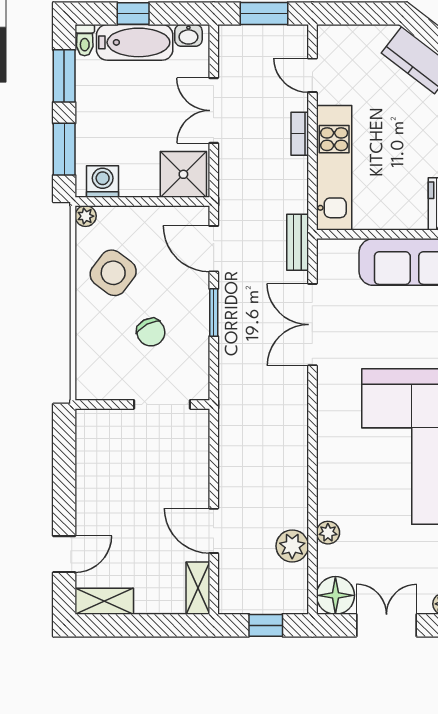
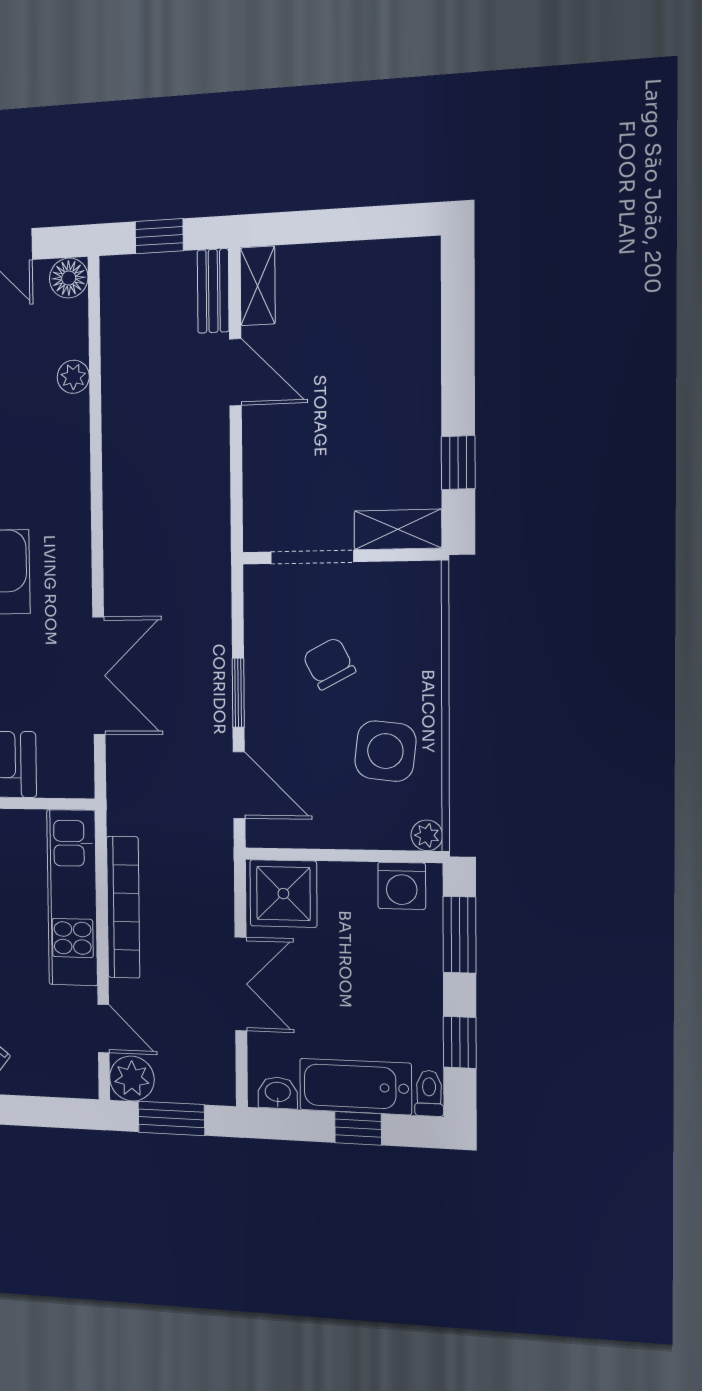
window: (64, 76) -> (460, 1042), width x0.67
bookcase: (300, 134) -> (123, 907), width x2.31, depth x1.31
bench: (298, 242) -> (213, 291), moved
side table: (113, 273) -> (385, 751), turned -31
window: (64, 465) -> (458, 463), added
plant: (292, 546) -> (132, 1079), moved
door: (64, 554) -> (458, 327), removed
floor lamp: (335, 595) -> (69, 278), width x0.73, depth x0.73
shelving: (104, 601) -> (398, 529), moved

